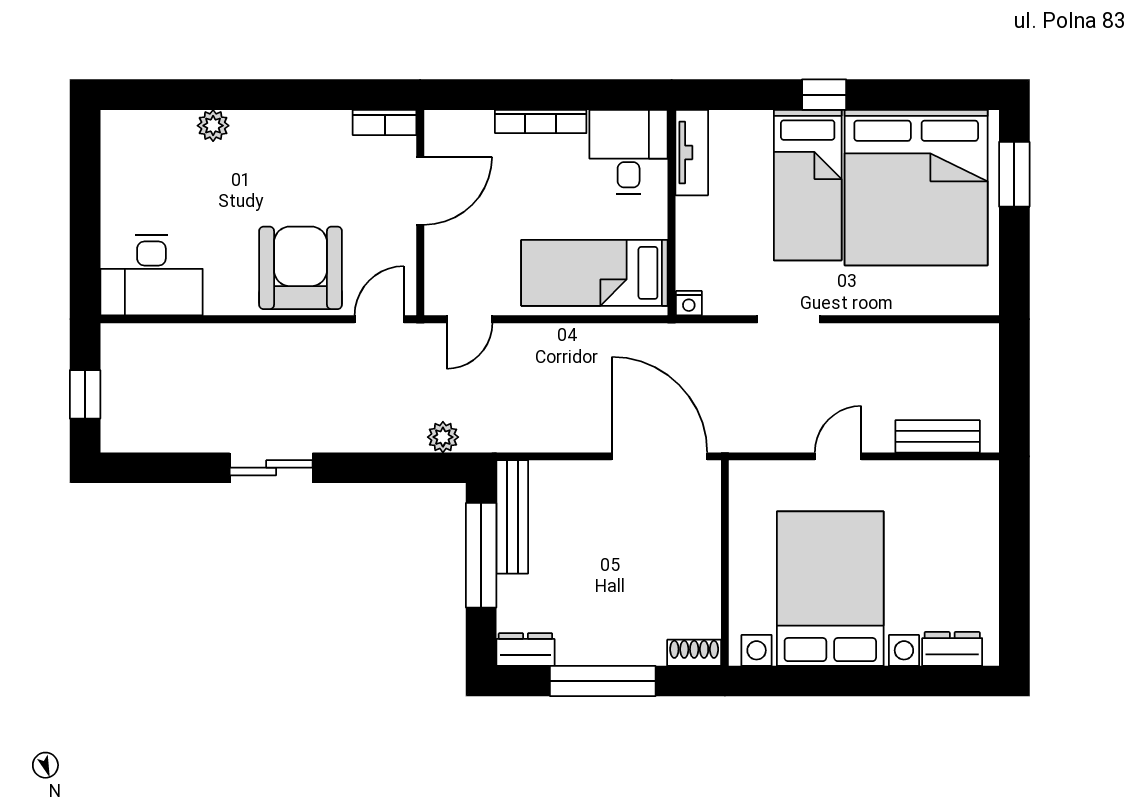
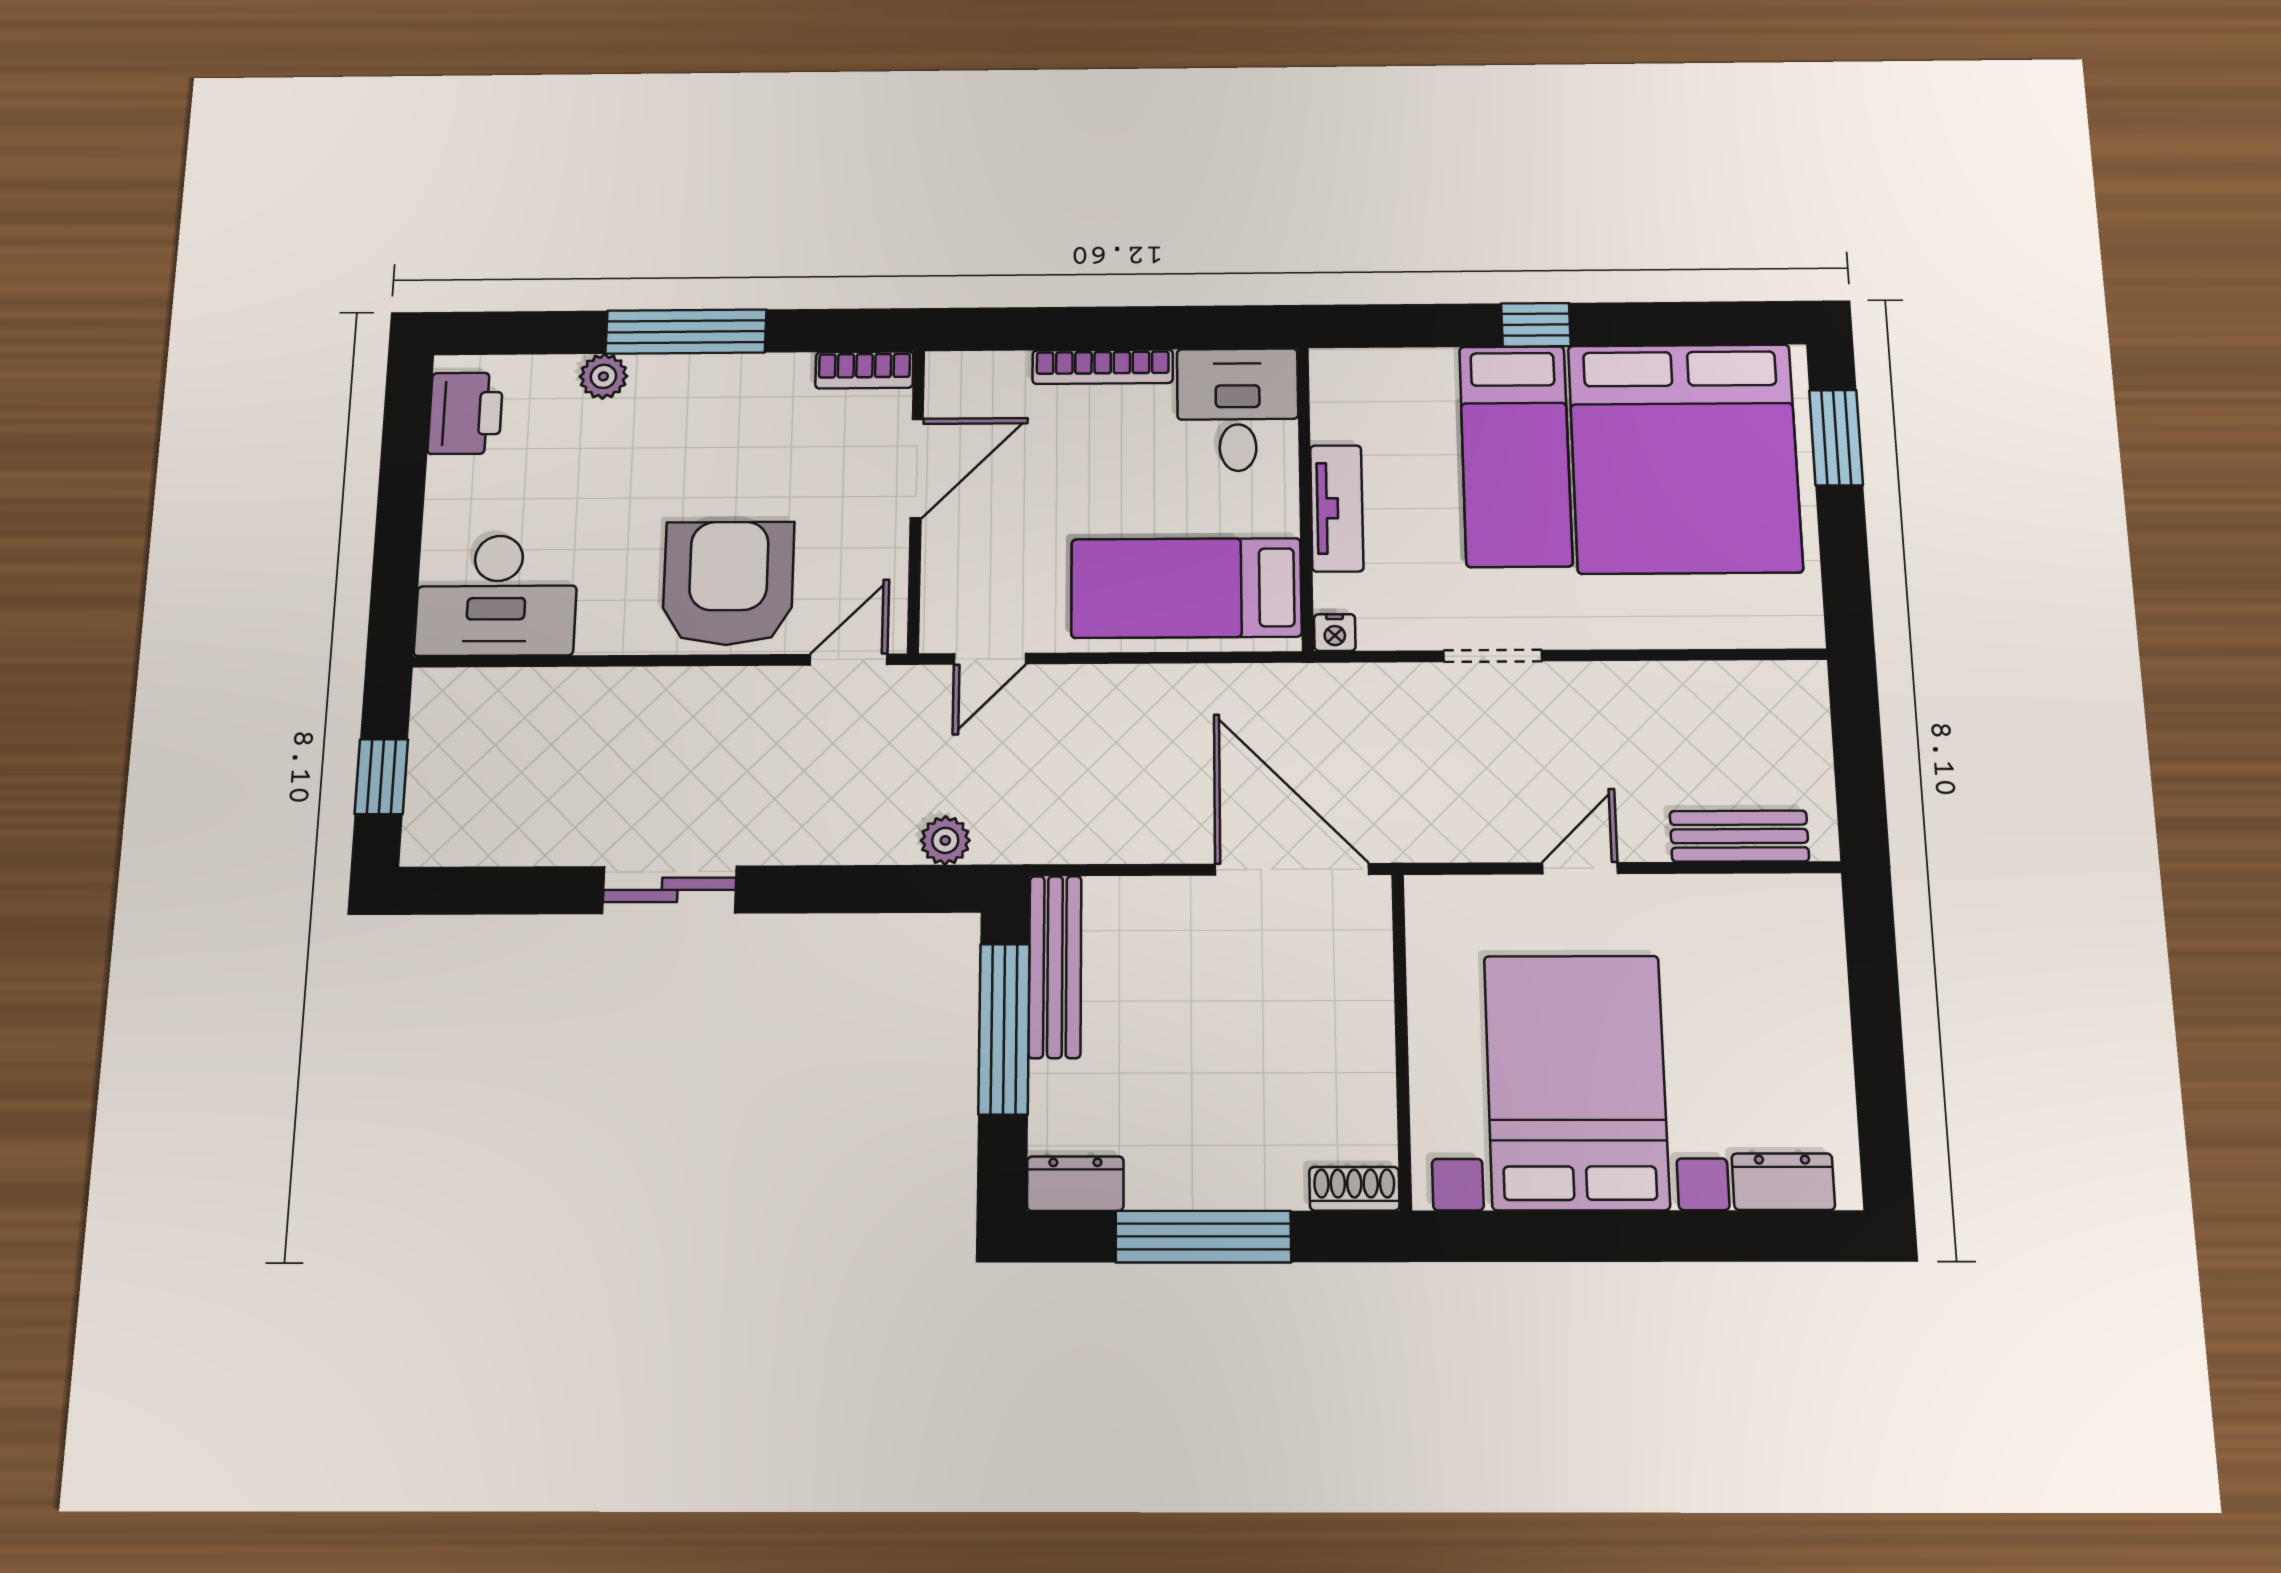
window: (266, 95) -> (686, 332), added
printer: (124, 151) -> (465, 413), added
tv unit: (692, 153) -> (1337, 508), moved

